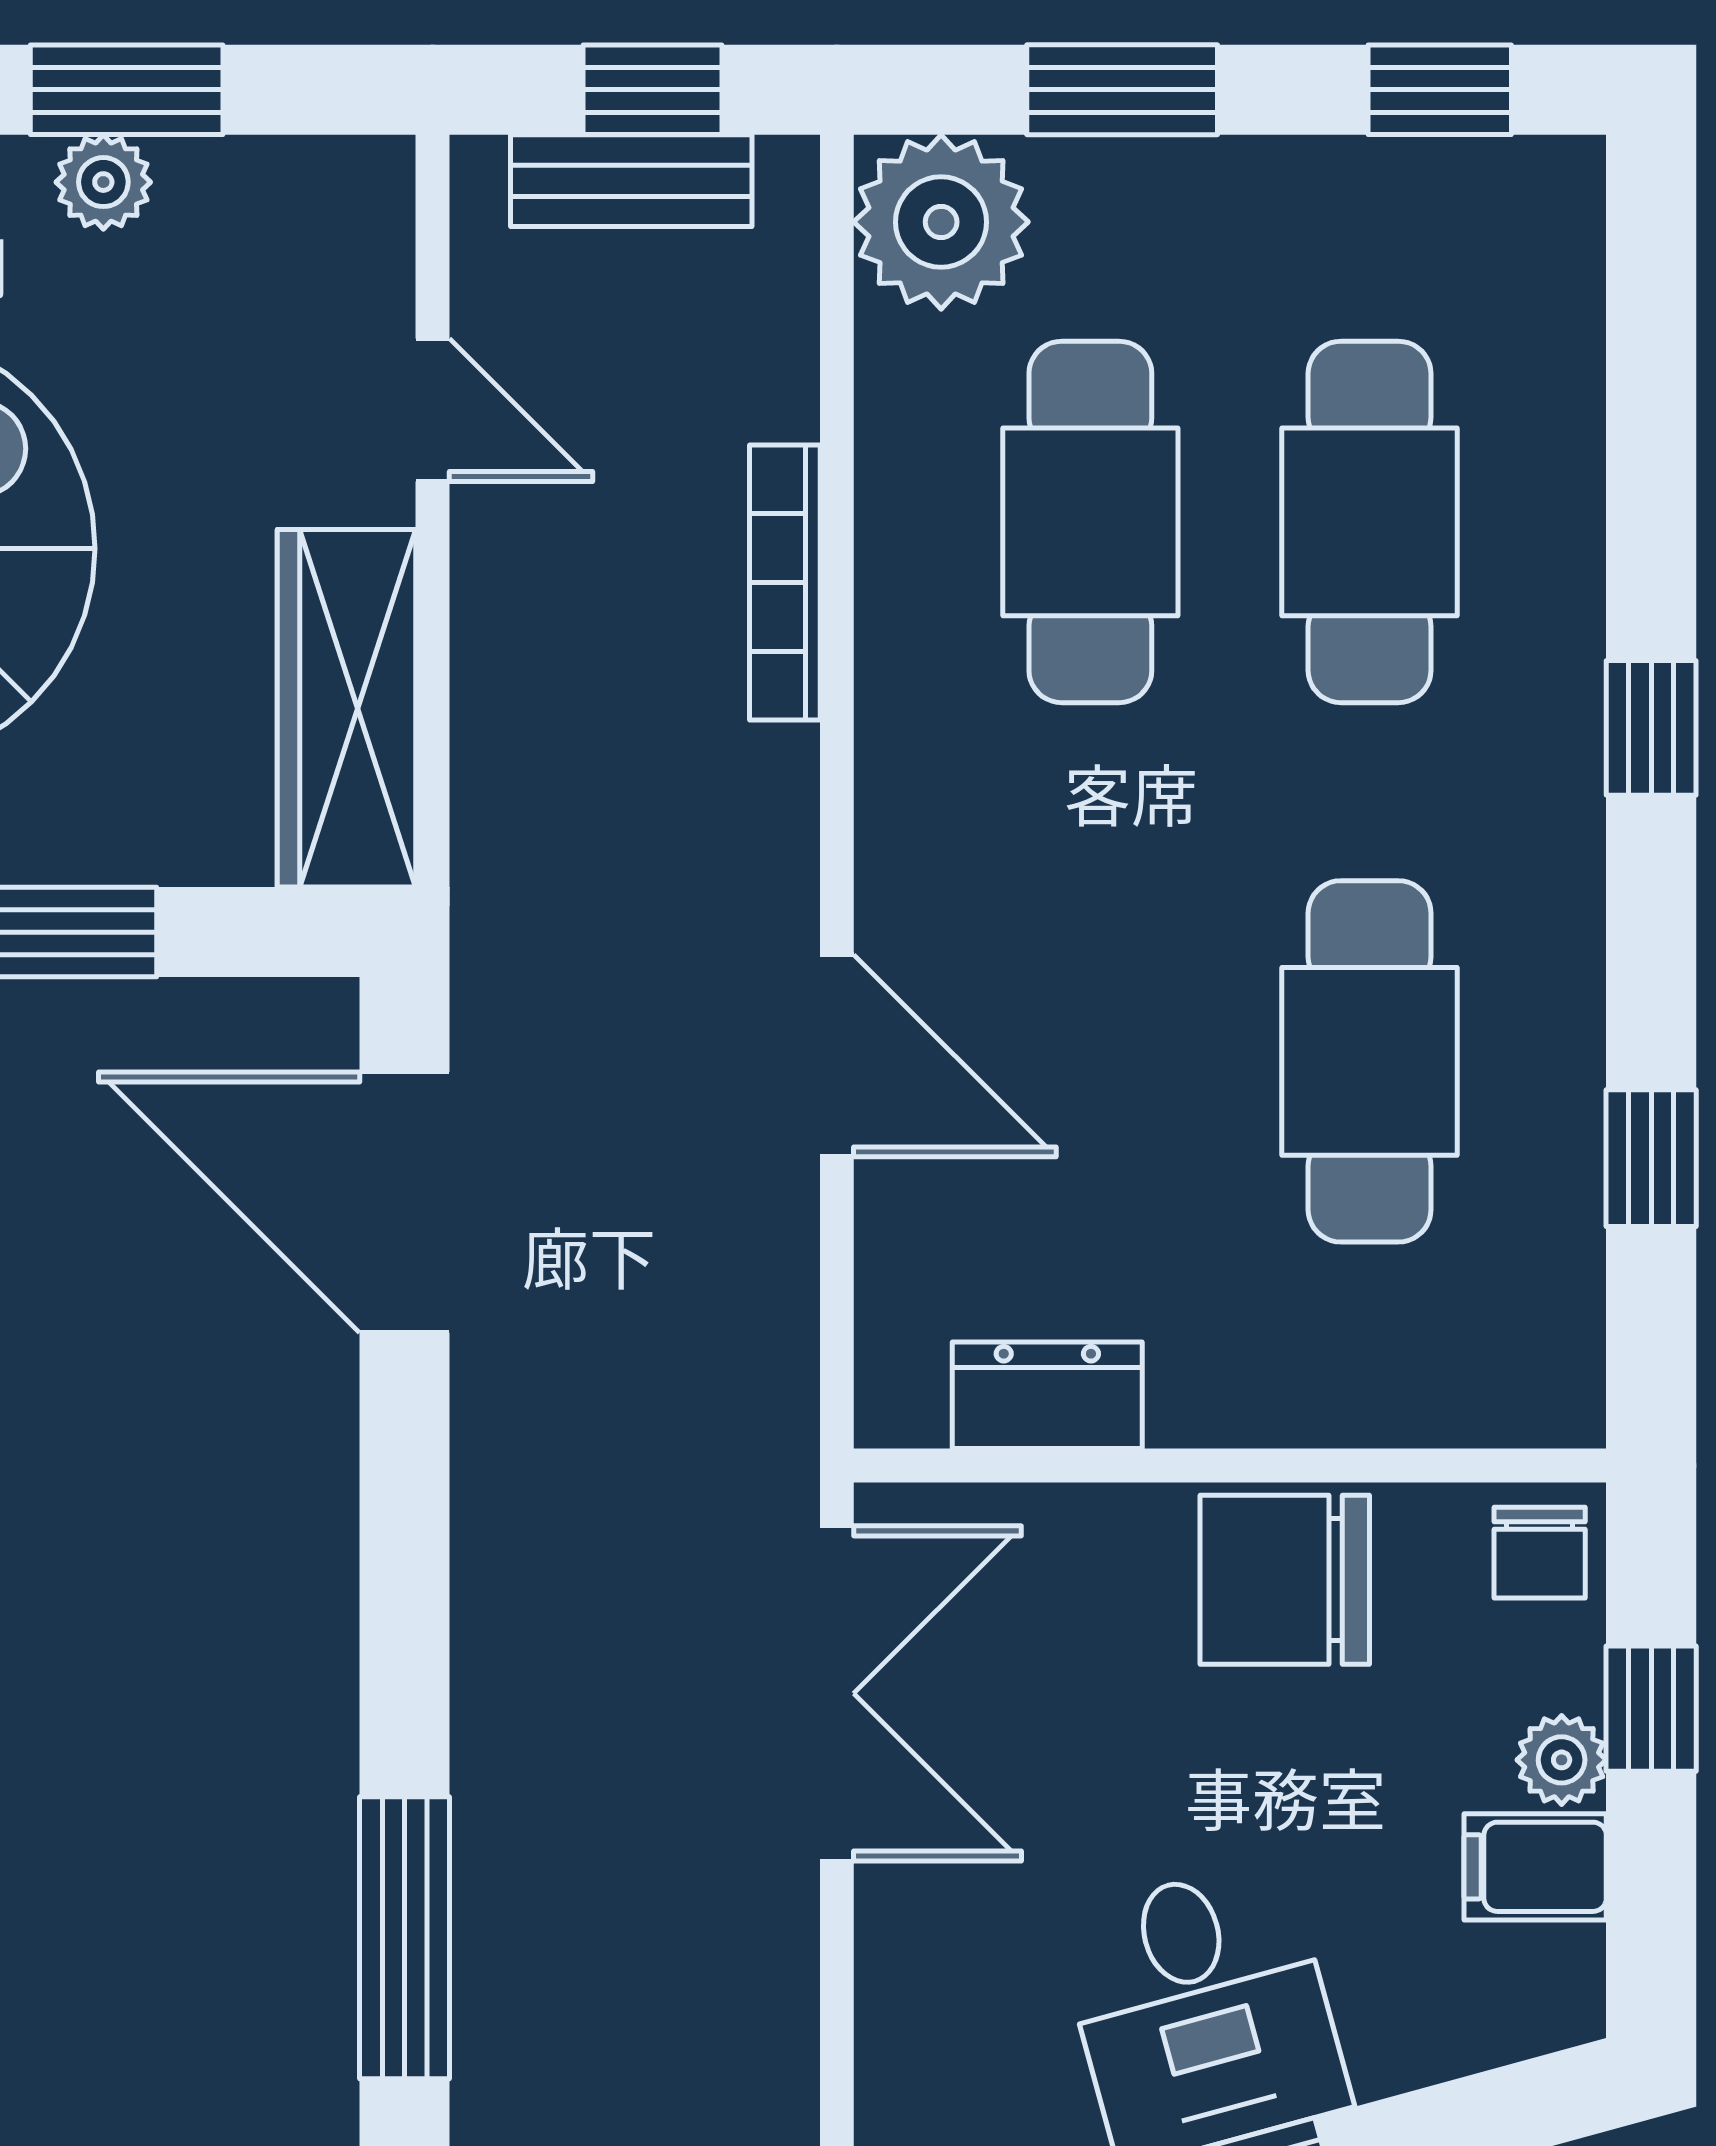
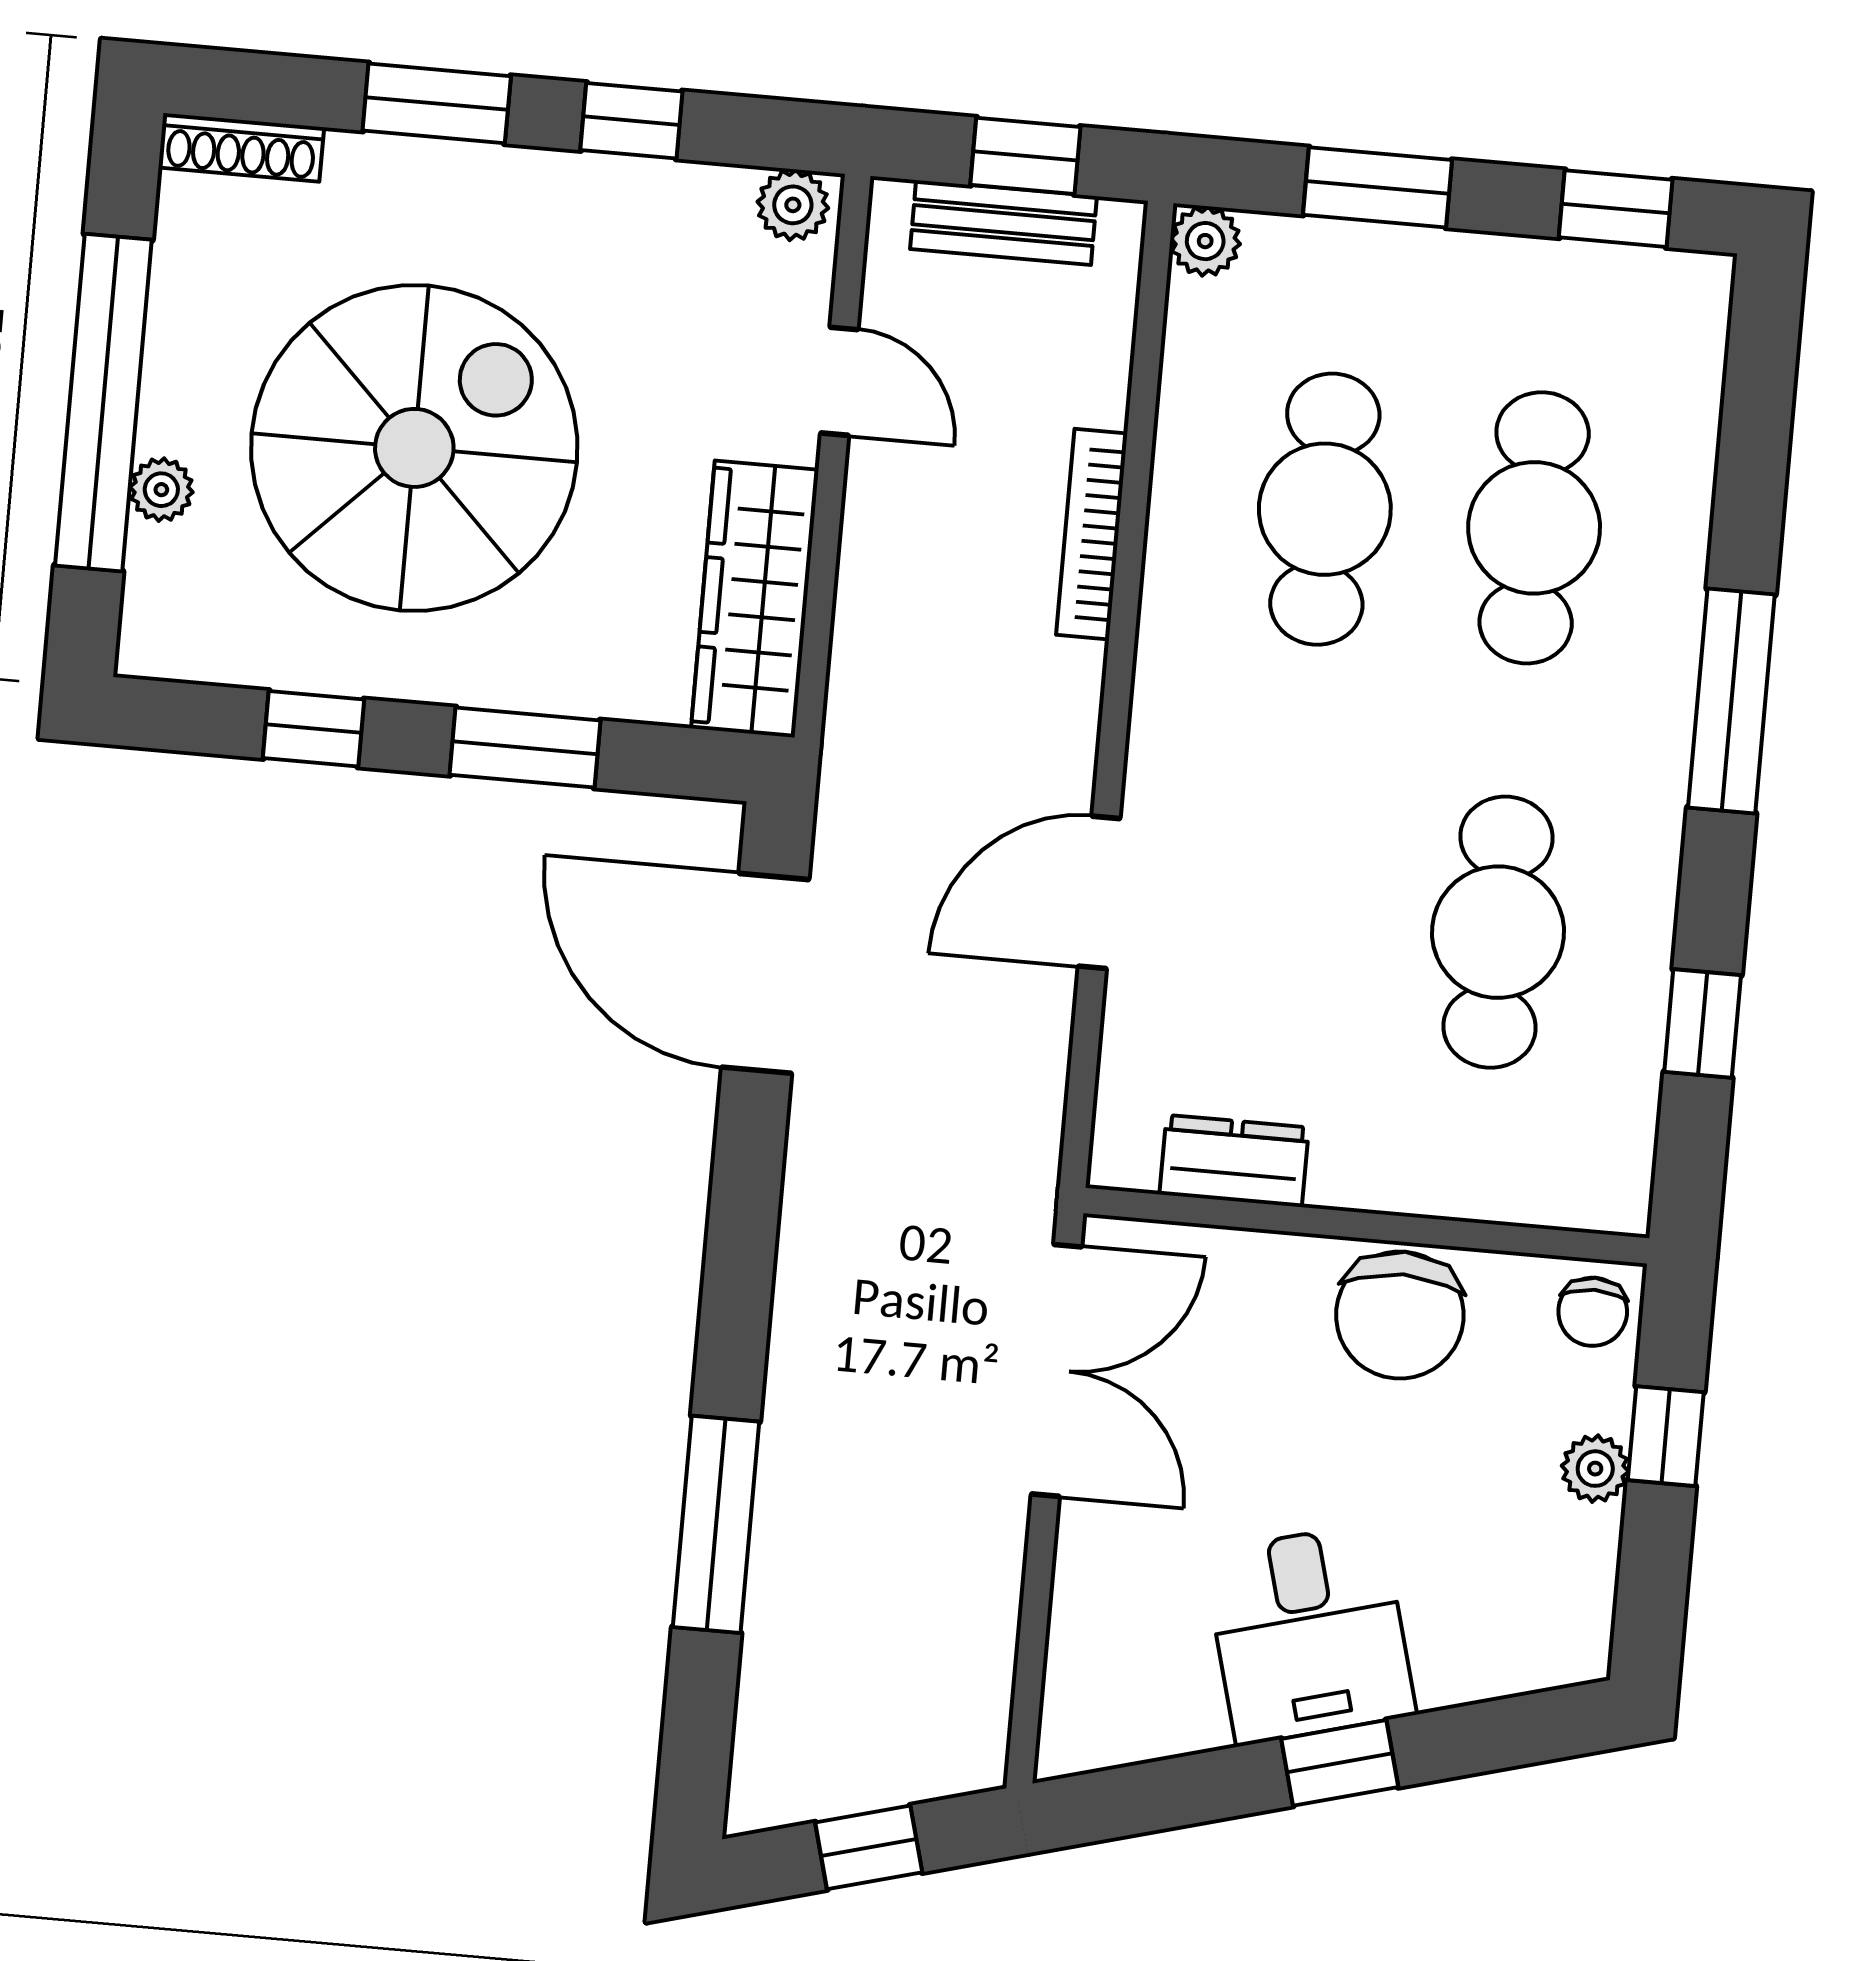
window: (127, 90) -> (631, 121), width x0.67
plant: (103, 182) -> (793, 205), moved
plant: (941, 222) -> (1205, 241), width x0.53, depth x0.53
window: (1651, 728) -> (1731, 701), width x2.17
door: (837, 1056) -> (1099, 892), swing flipped
chair: (1285, 1580) -> (1400, 1315), turned -90
filing cabinet: (1535, 1867) -> (1568, 1547), removed

